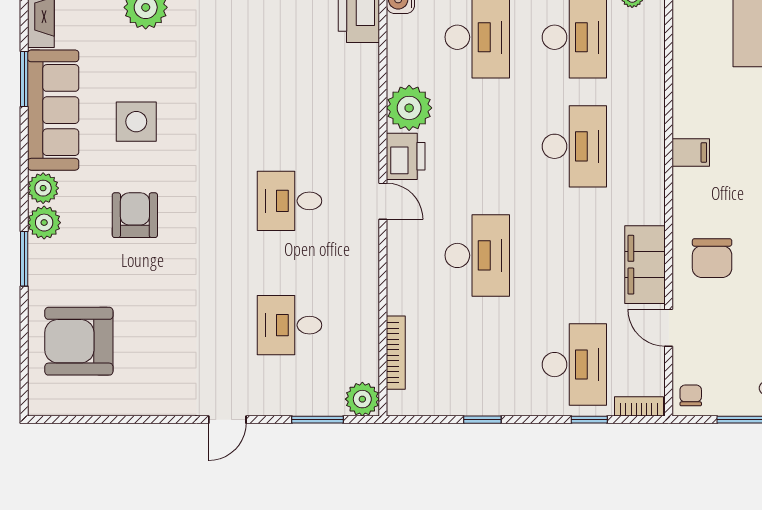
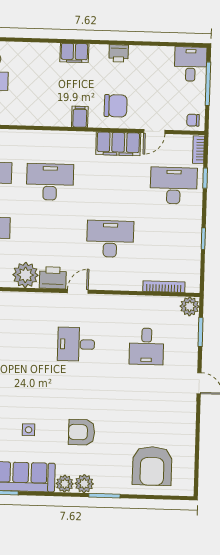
side table: (136, 122) -> (29, 430), width x0.54, depth x0.54
filing cabinet: (691, 152) -> (80, 117), moved
desk: (290, 201) -> (76, 344), turned 90

